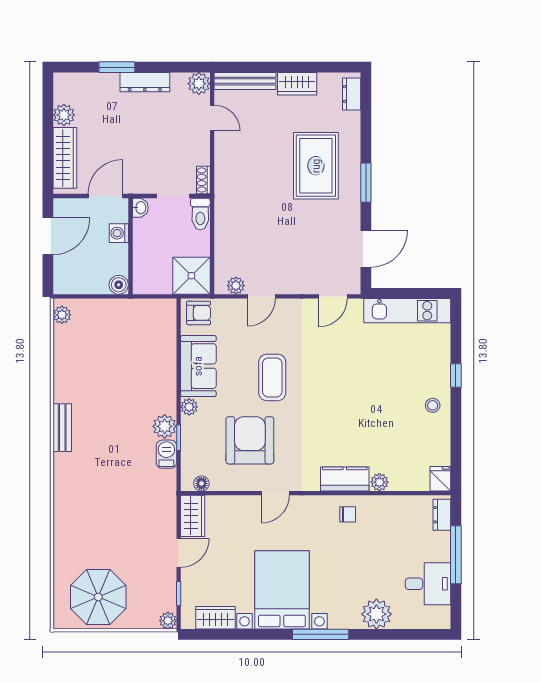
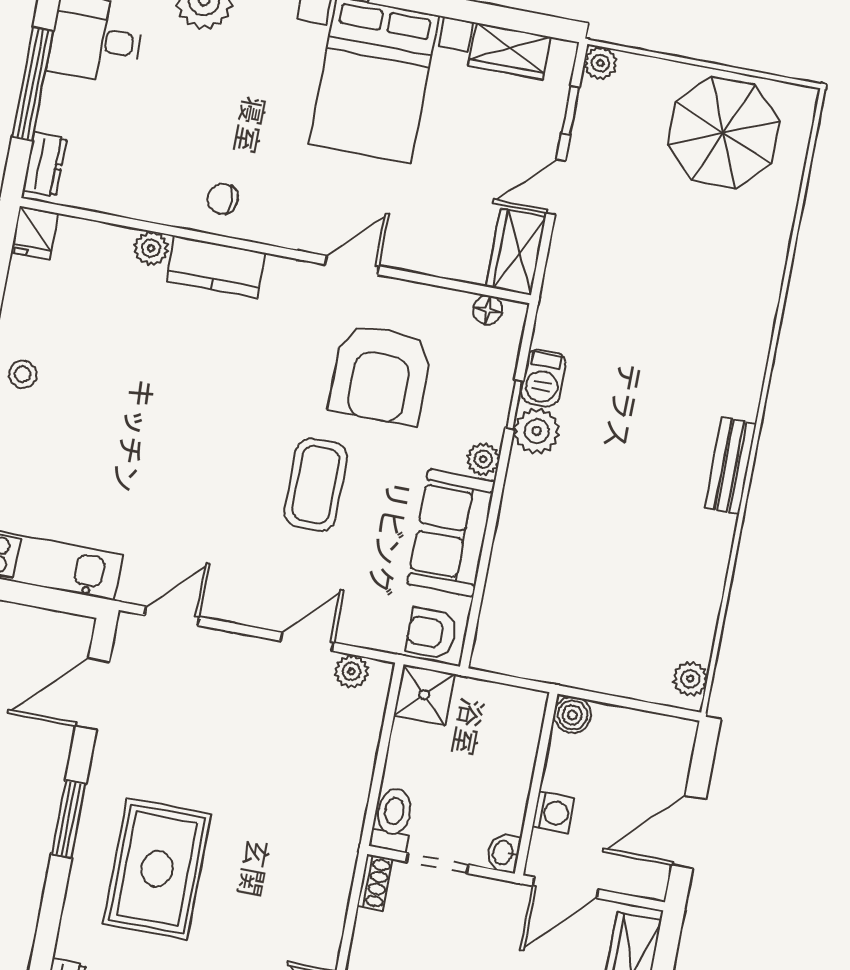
shower: (191, 276) -> (424, 695), width x0.73, depth x0.73

